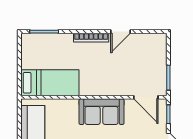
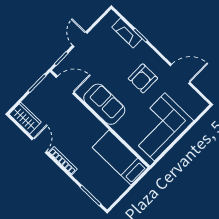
door: (121, 32) -> (39, 145), hinge flipped
wardrobe: (152, 42) -> (25, 118), added
door: (146, 97) -> (65, 85), hinge flipped

